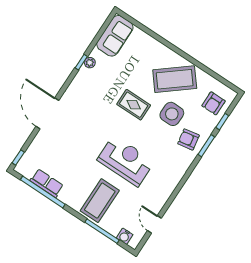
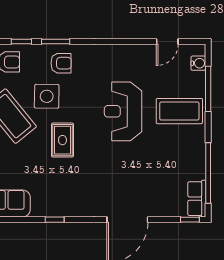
plant: (90, 63) -> (49, 211), removed
armchair: (188, 139) -> (61, 63), turned -80
row of seats: (47, 183) -> (197, 199), moved

